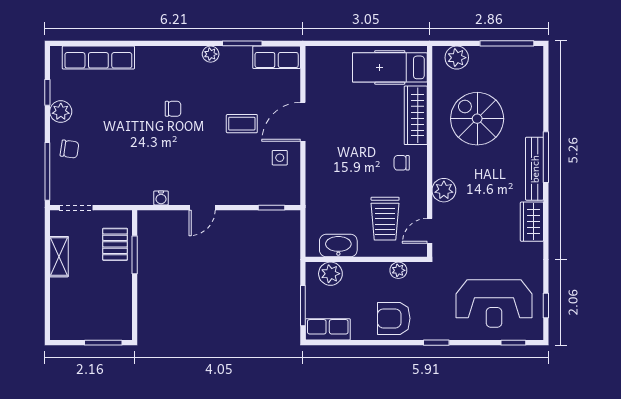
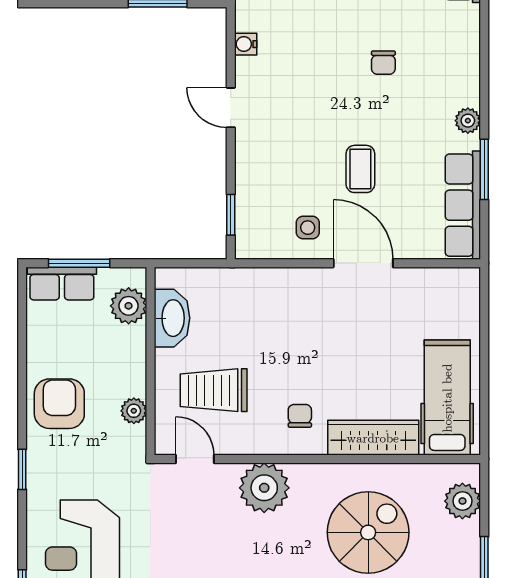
row of seats: (277, 57) -> (463, 205), width x1.48
plant: (444, 190) -> (264, 488), width x1.36, depth x1.36
row of seats: (328, 329) -> (62, 284), moved, turned 90

